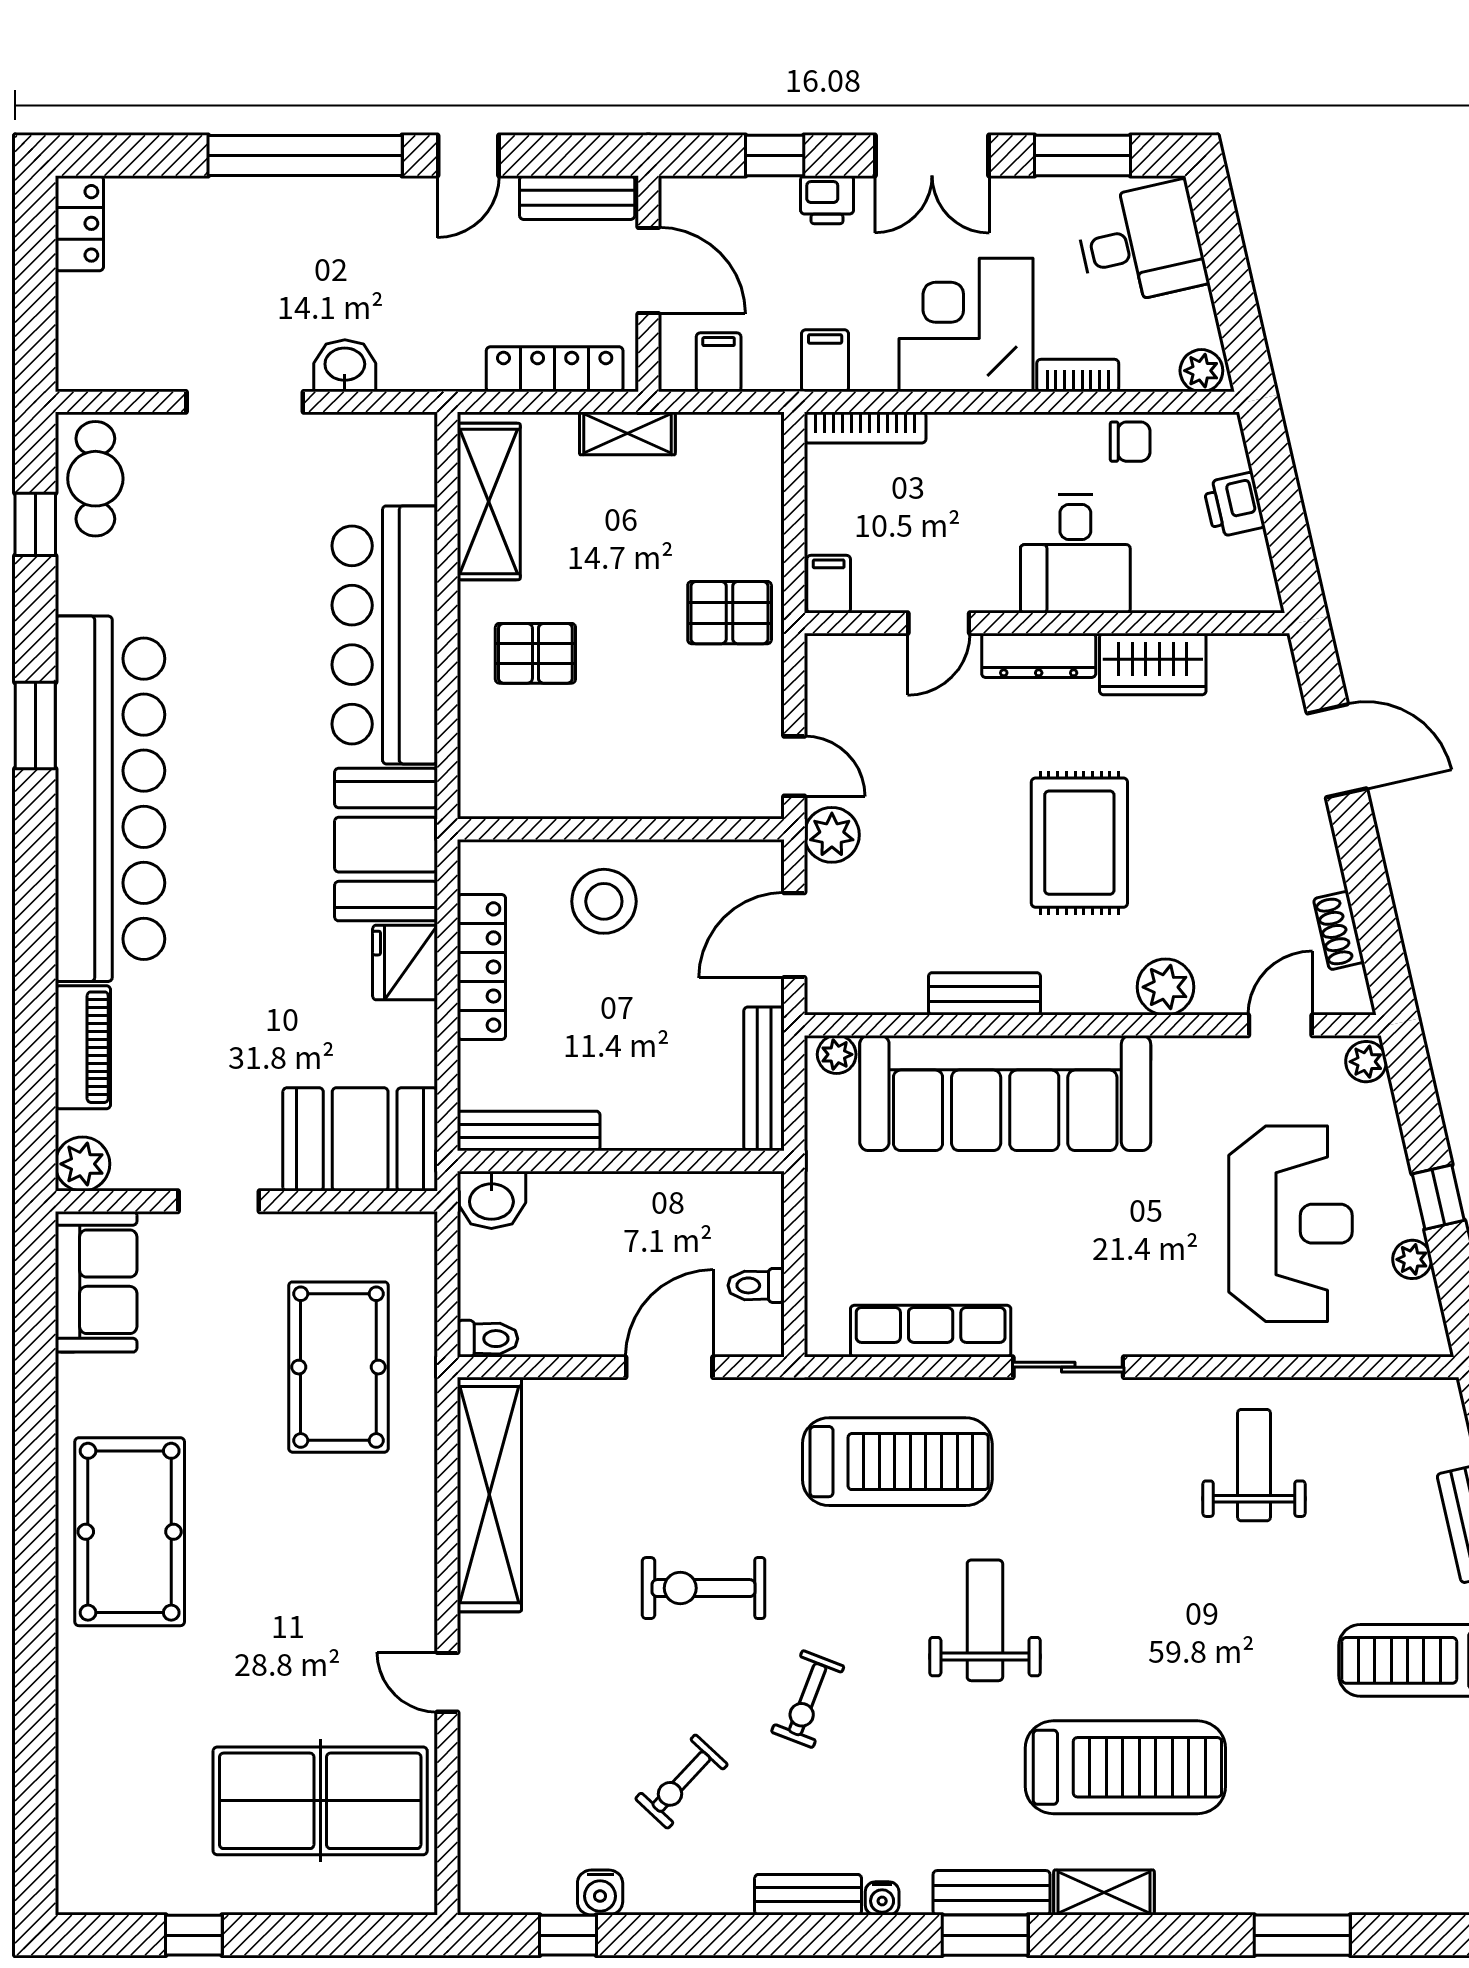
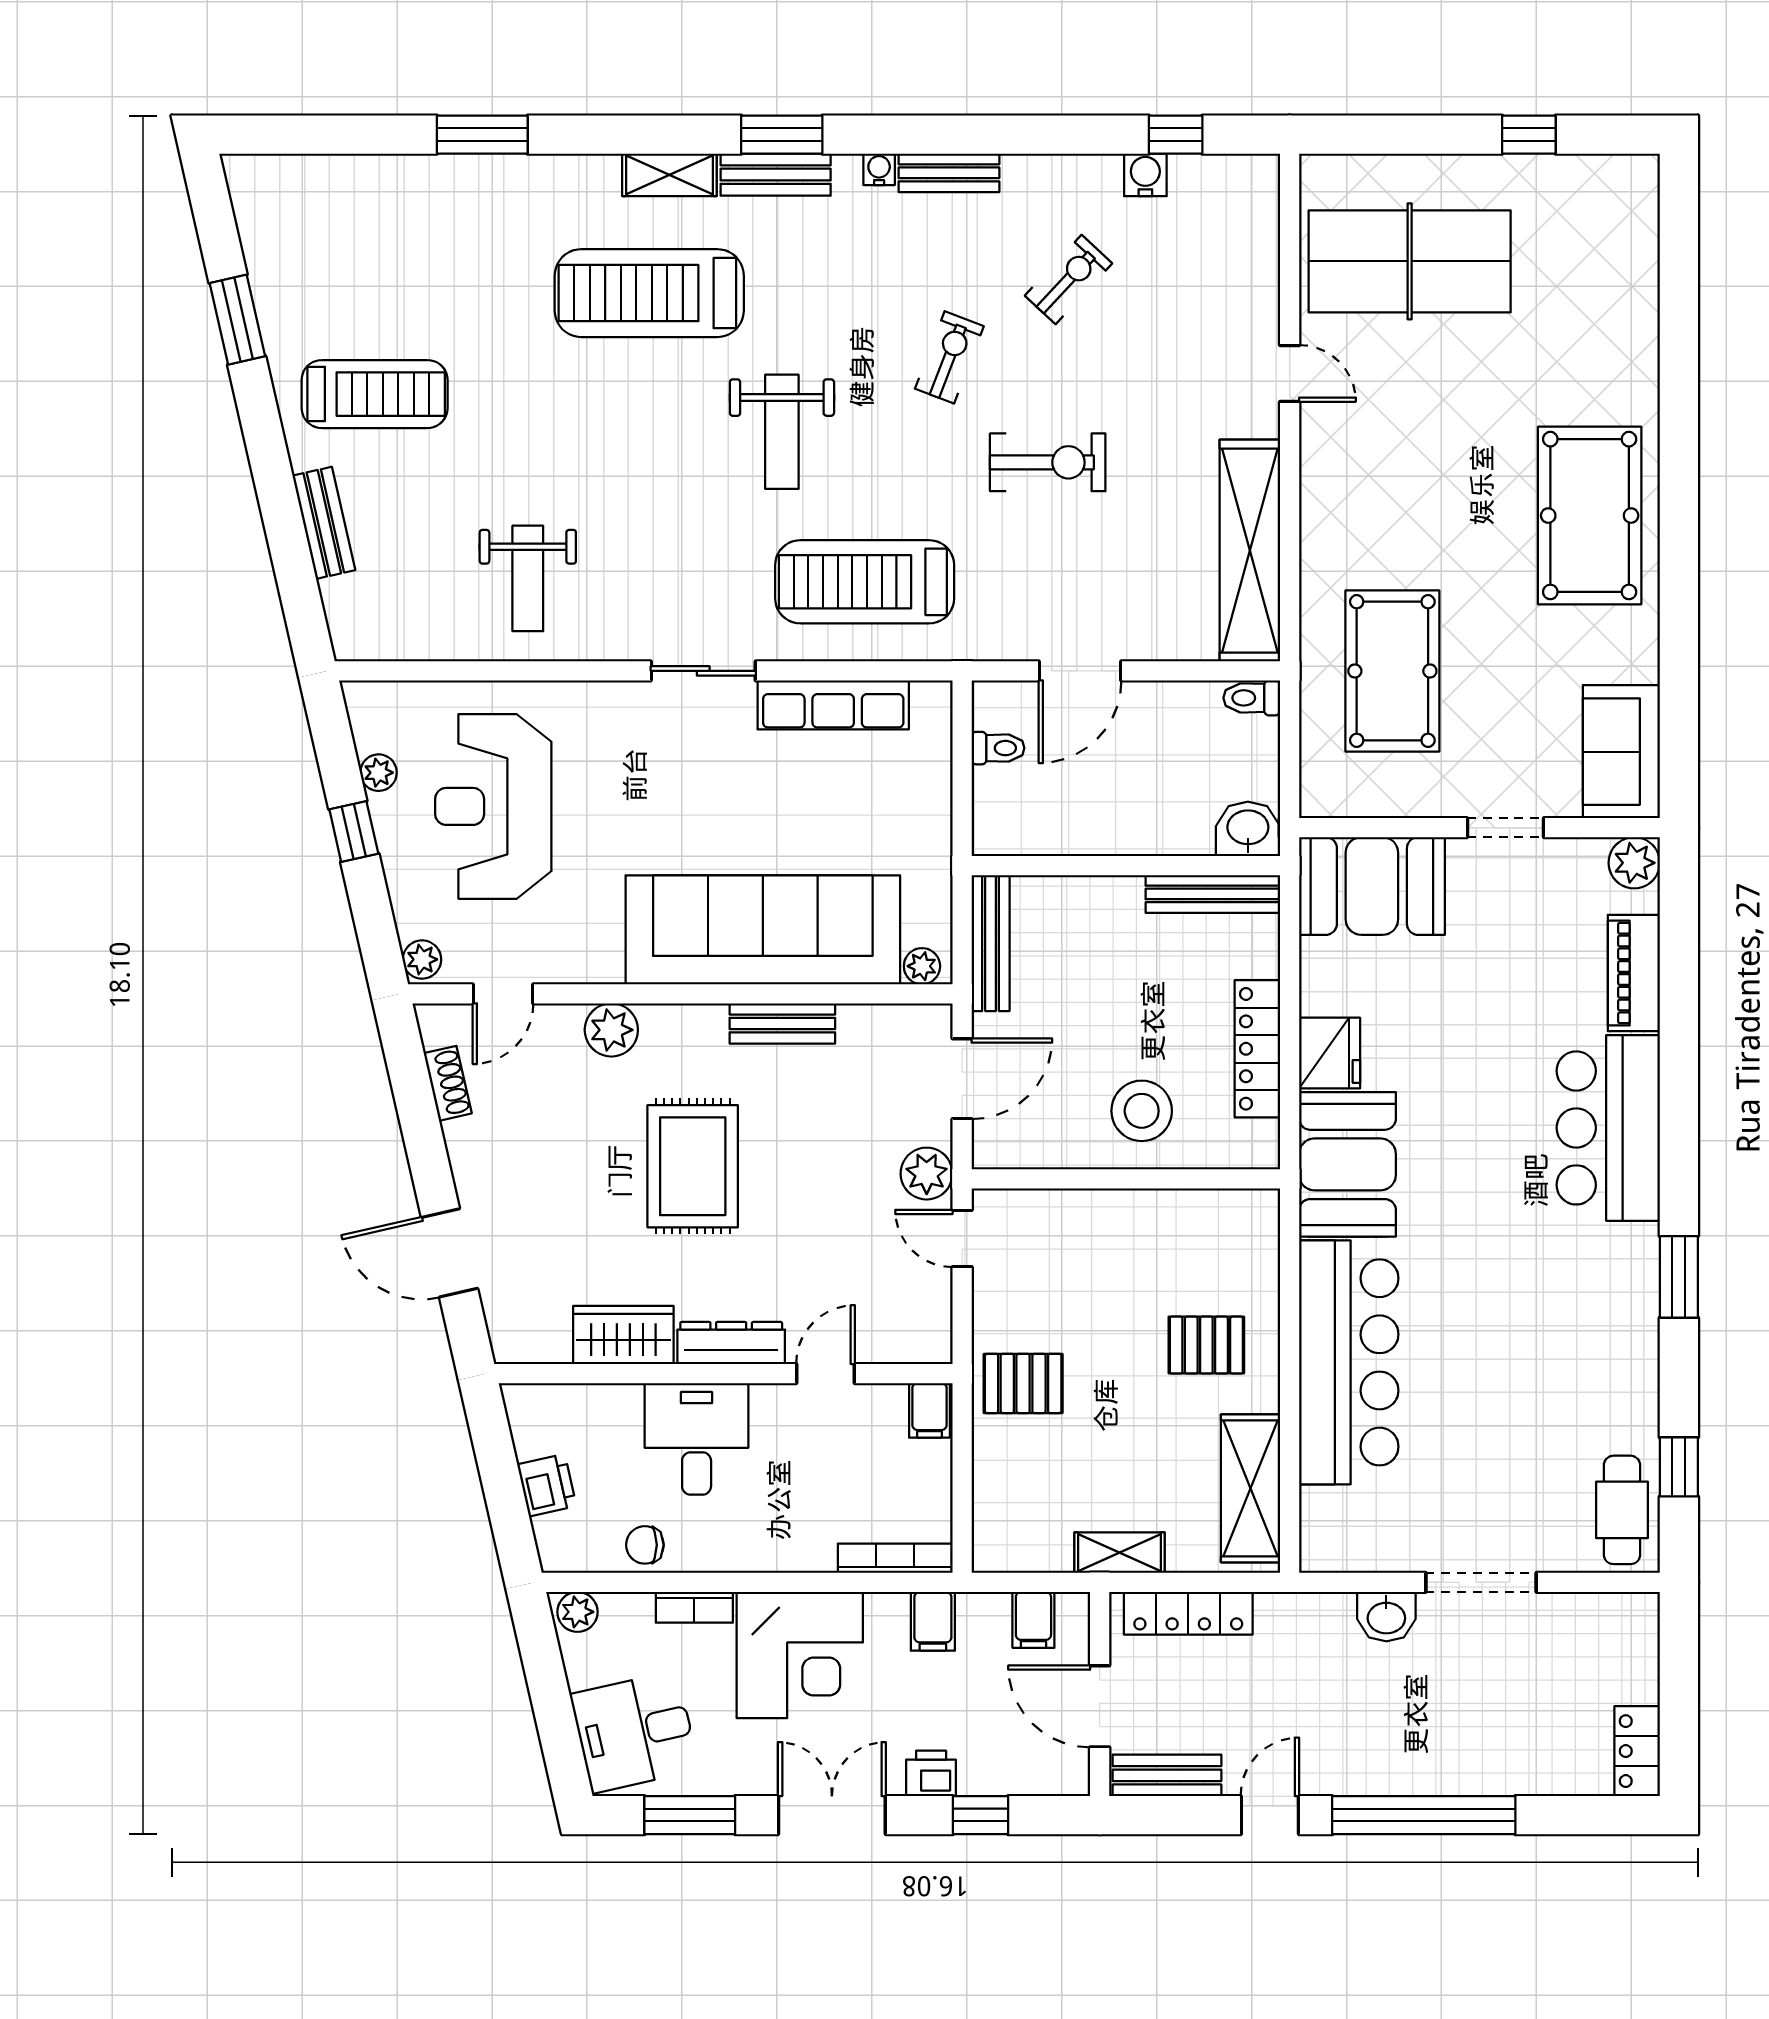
bar counter: (110, 799) -> (1608, 1128), width x0.54

